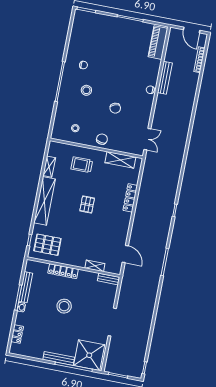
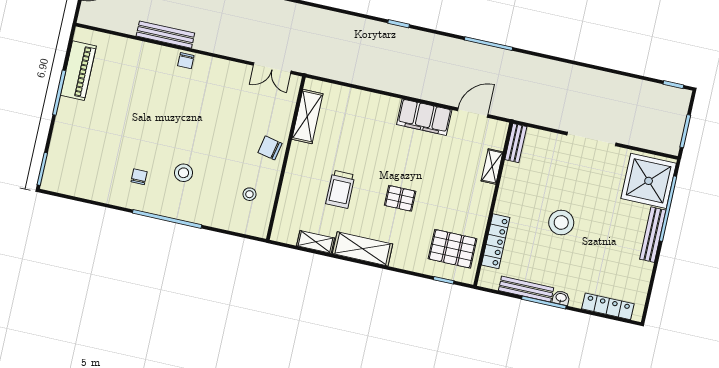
piano: (158, 43) -> (78, 71), moved, turned -90
chair: (115, 108) -> (216, 123), removed
double door: (147, 139) -> (272, 68), swing flipped
trolley: (82, 165) -> (340, 189), moved
locker: (130, 198) -> (374, 101), removed
shelving: (45, 201) -> (363, 249), width x0.68
pallet: (87, 205) -> (400, 198), moved
filing cabinet: (122, 226) -> (424, 117), added
pallet: (47, 245) -> (453, 249), turned 90
locker: (63, 271) -> (496, 241), moved
locker: (17, 334) -> (608, 306), width x1.53

